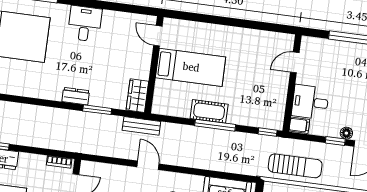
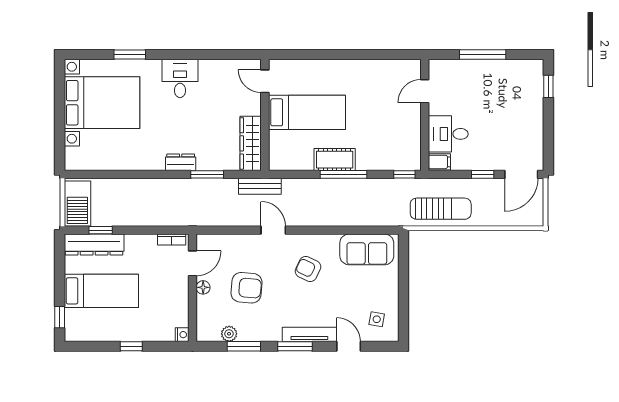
wardrobe: (137, 96) -> (251, 143), width x1.50
floor lamp: (346, 133) -> (494, 164), removed

